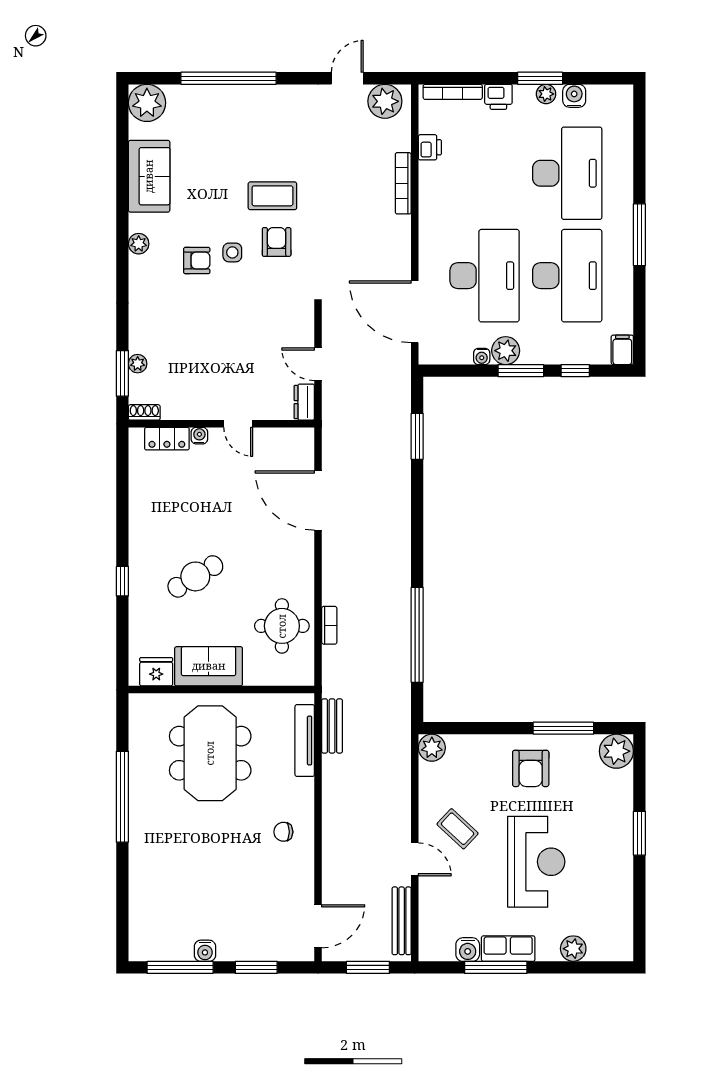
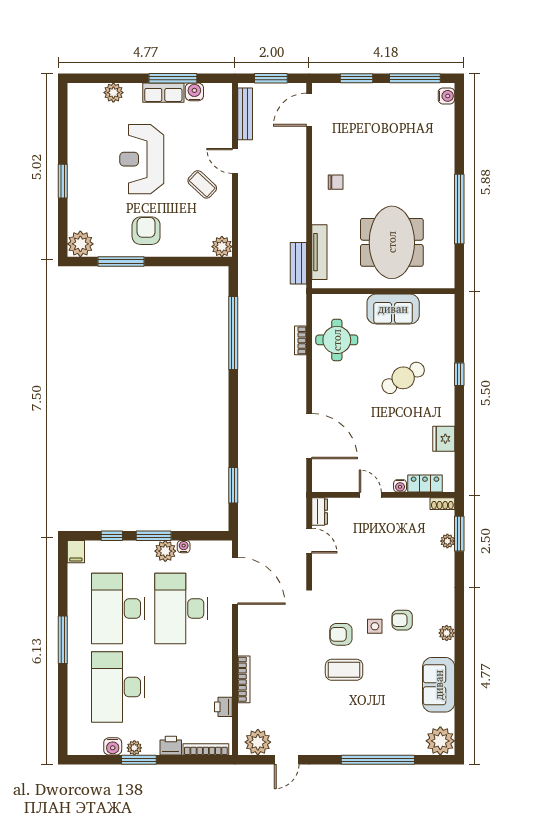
armchair: (277, 242) -> (341, 634), turned 90
fridge: (156, 672) -> (444, 439), moved, turned 90
water cooler: (205, 951) -> (446, 96), moved, turned 90

